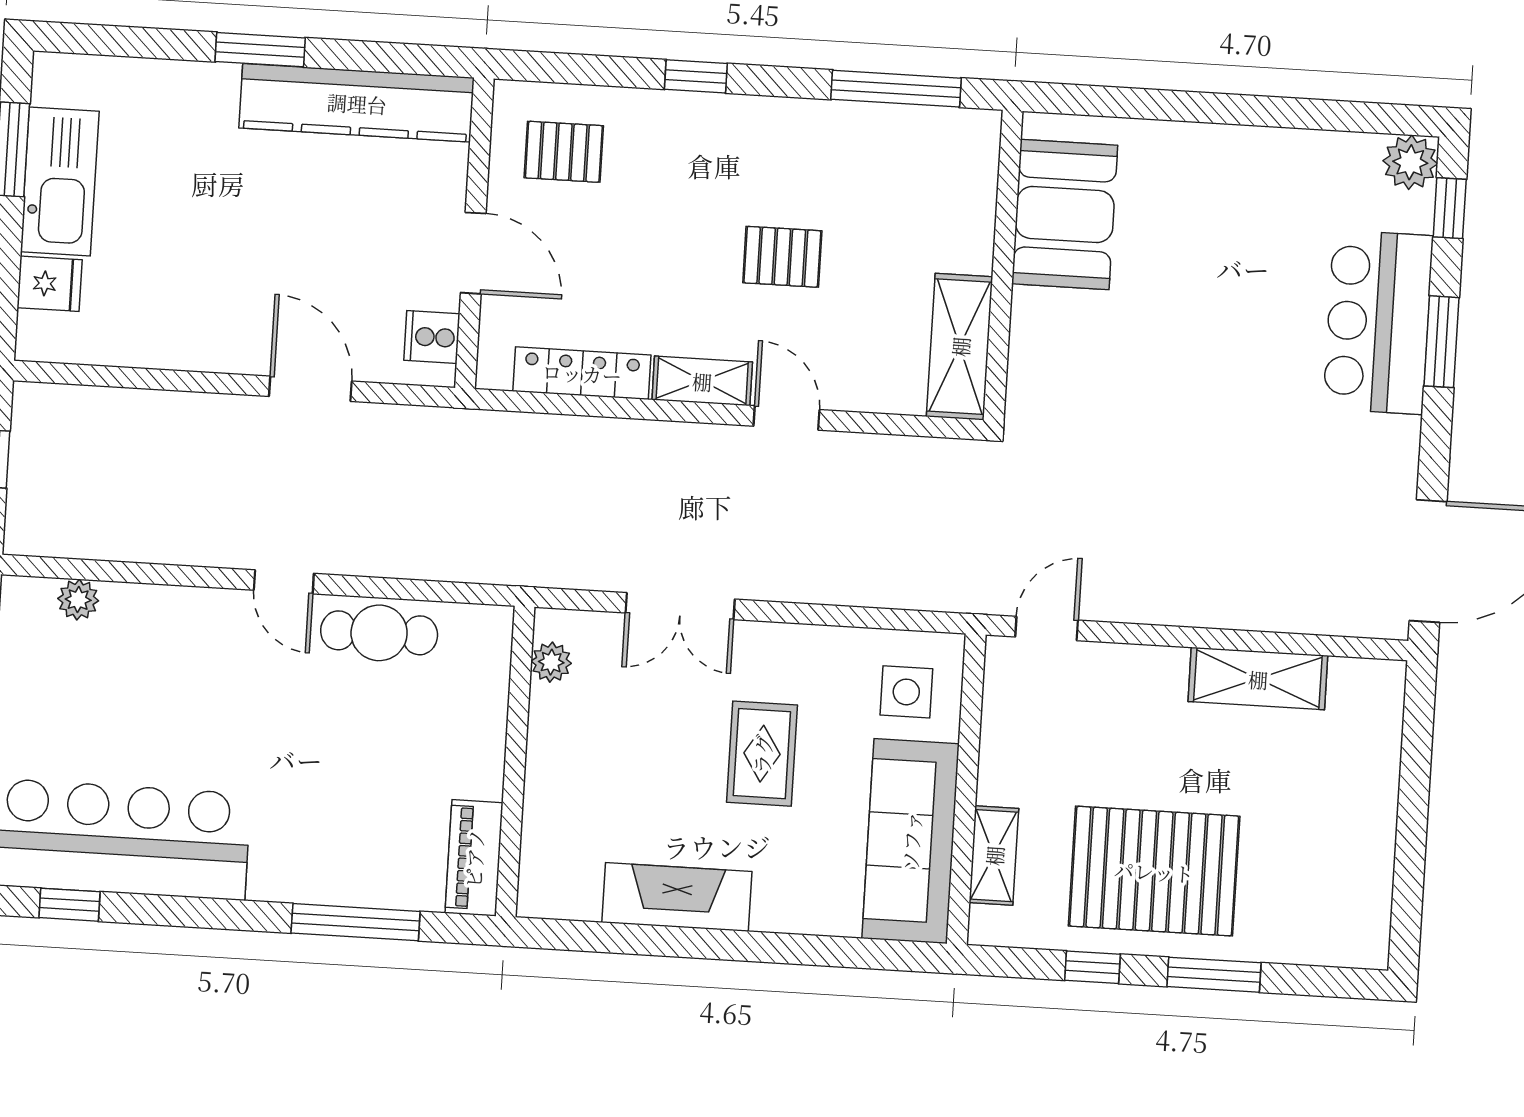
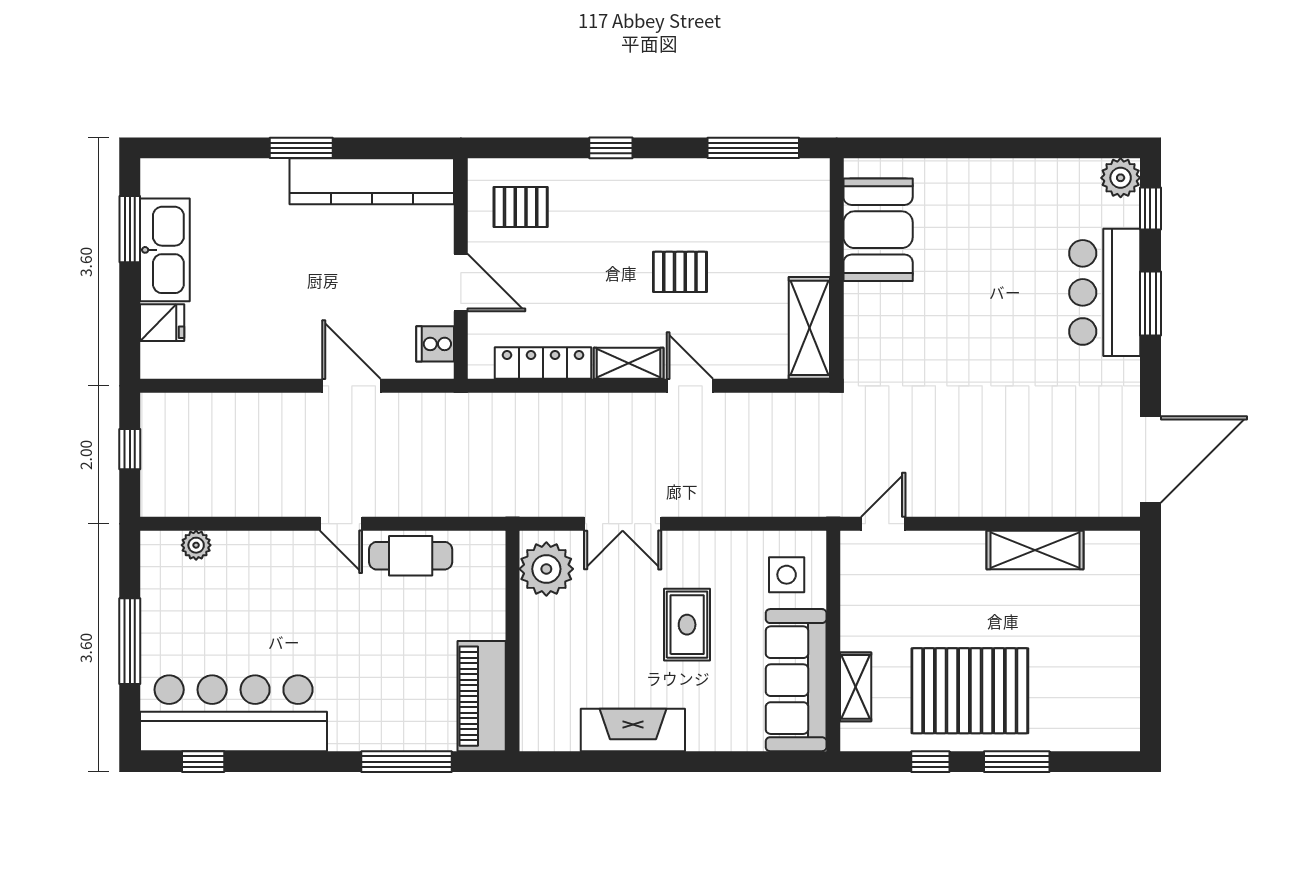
plant: (551, 662) -> (546, 569), width x1.87, depth x1.87
piano: (474, 858) -> (482, 696), width x1.37, depth x1.33

